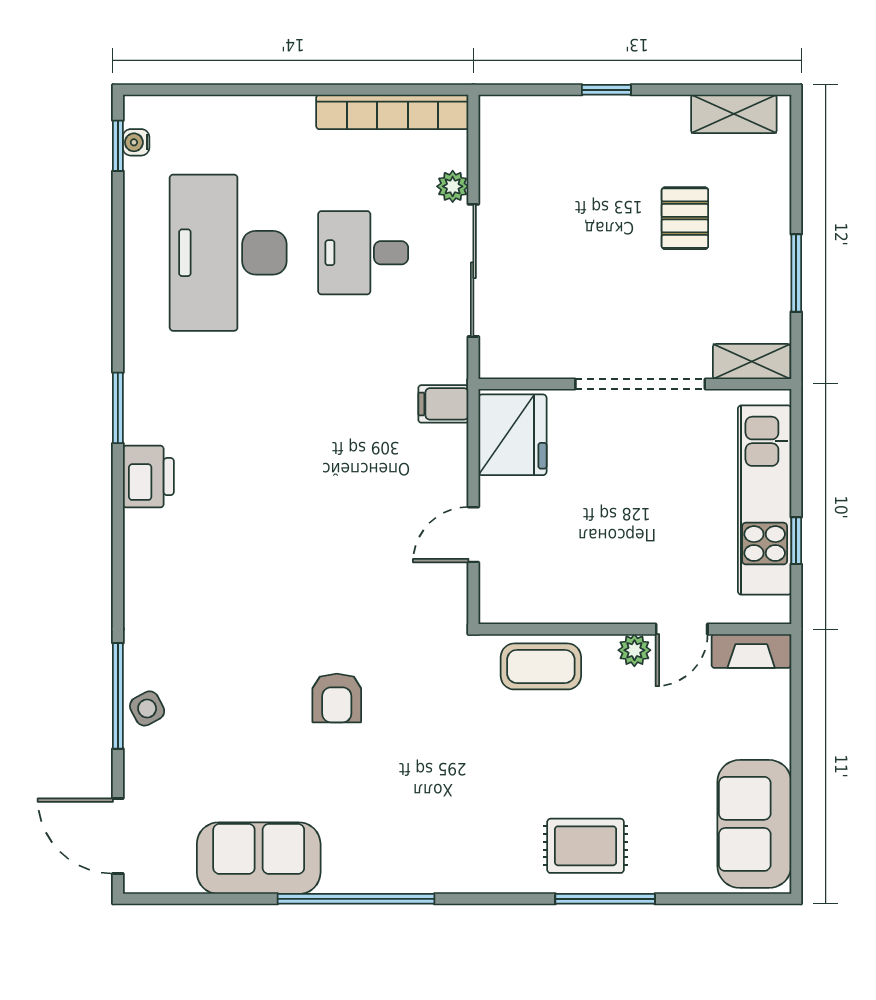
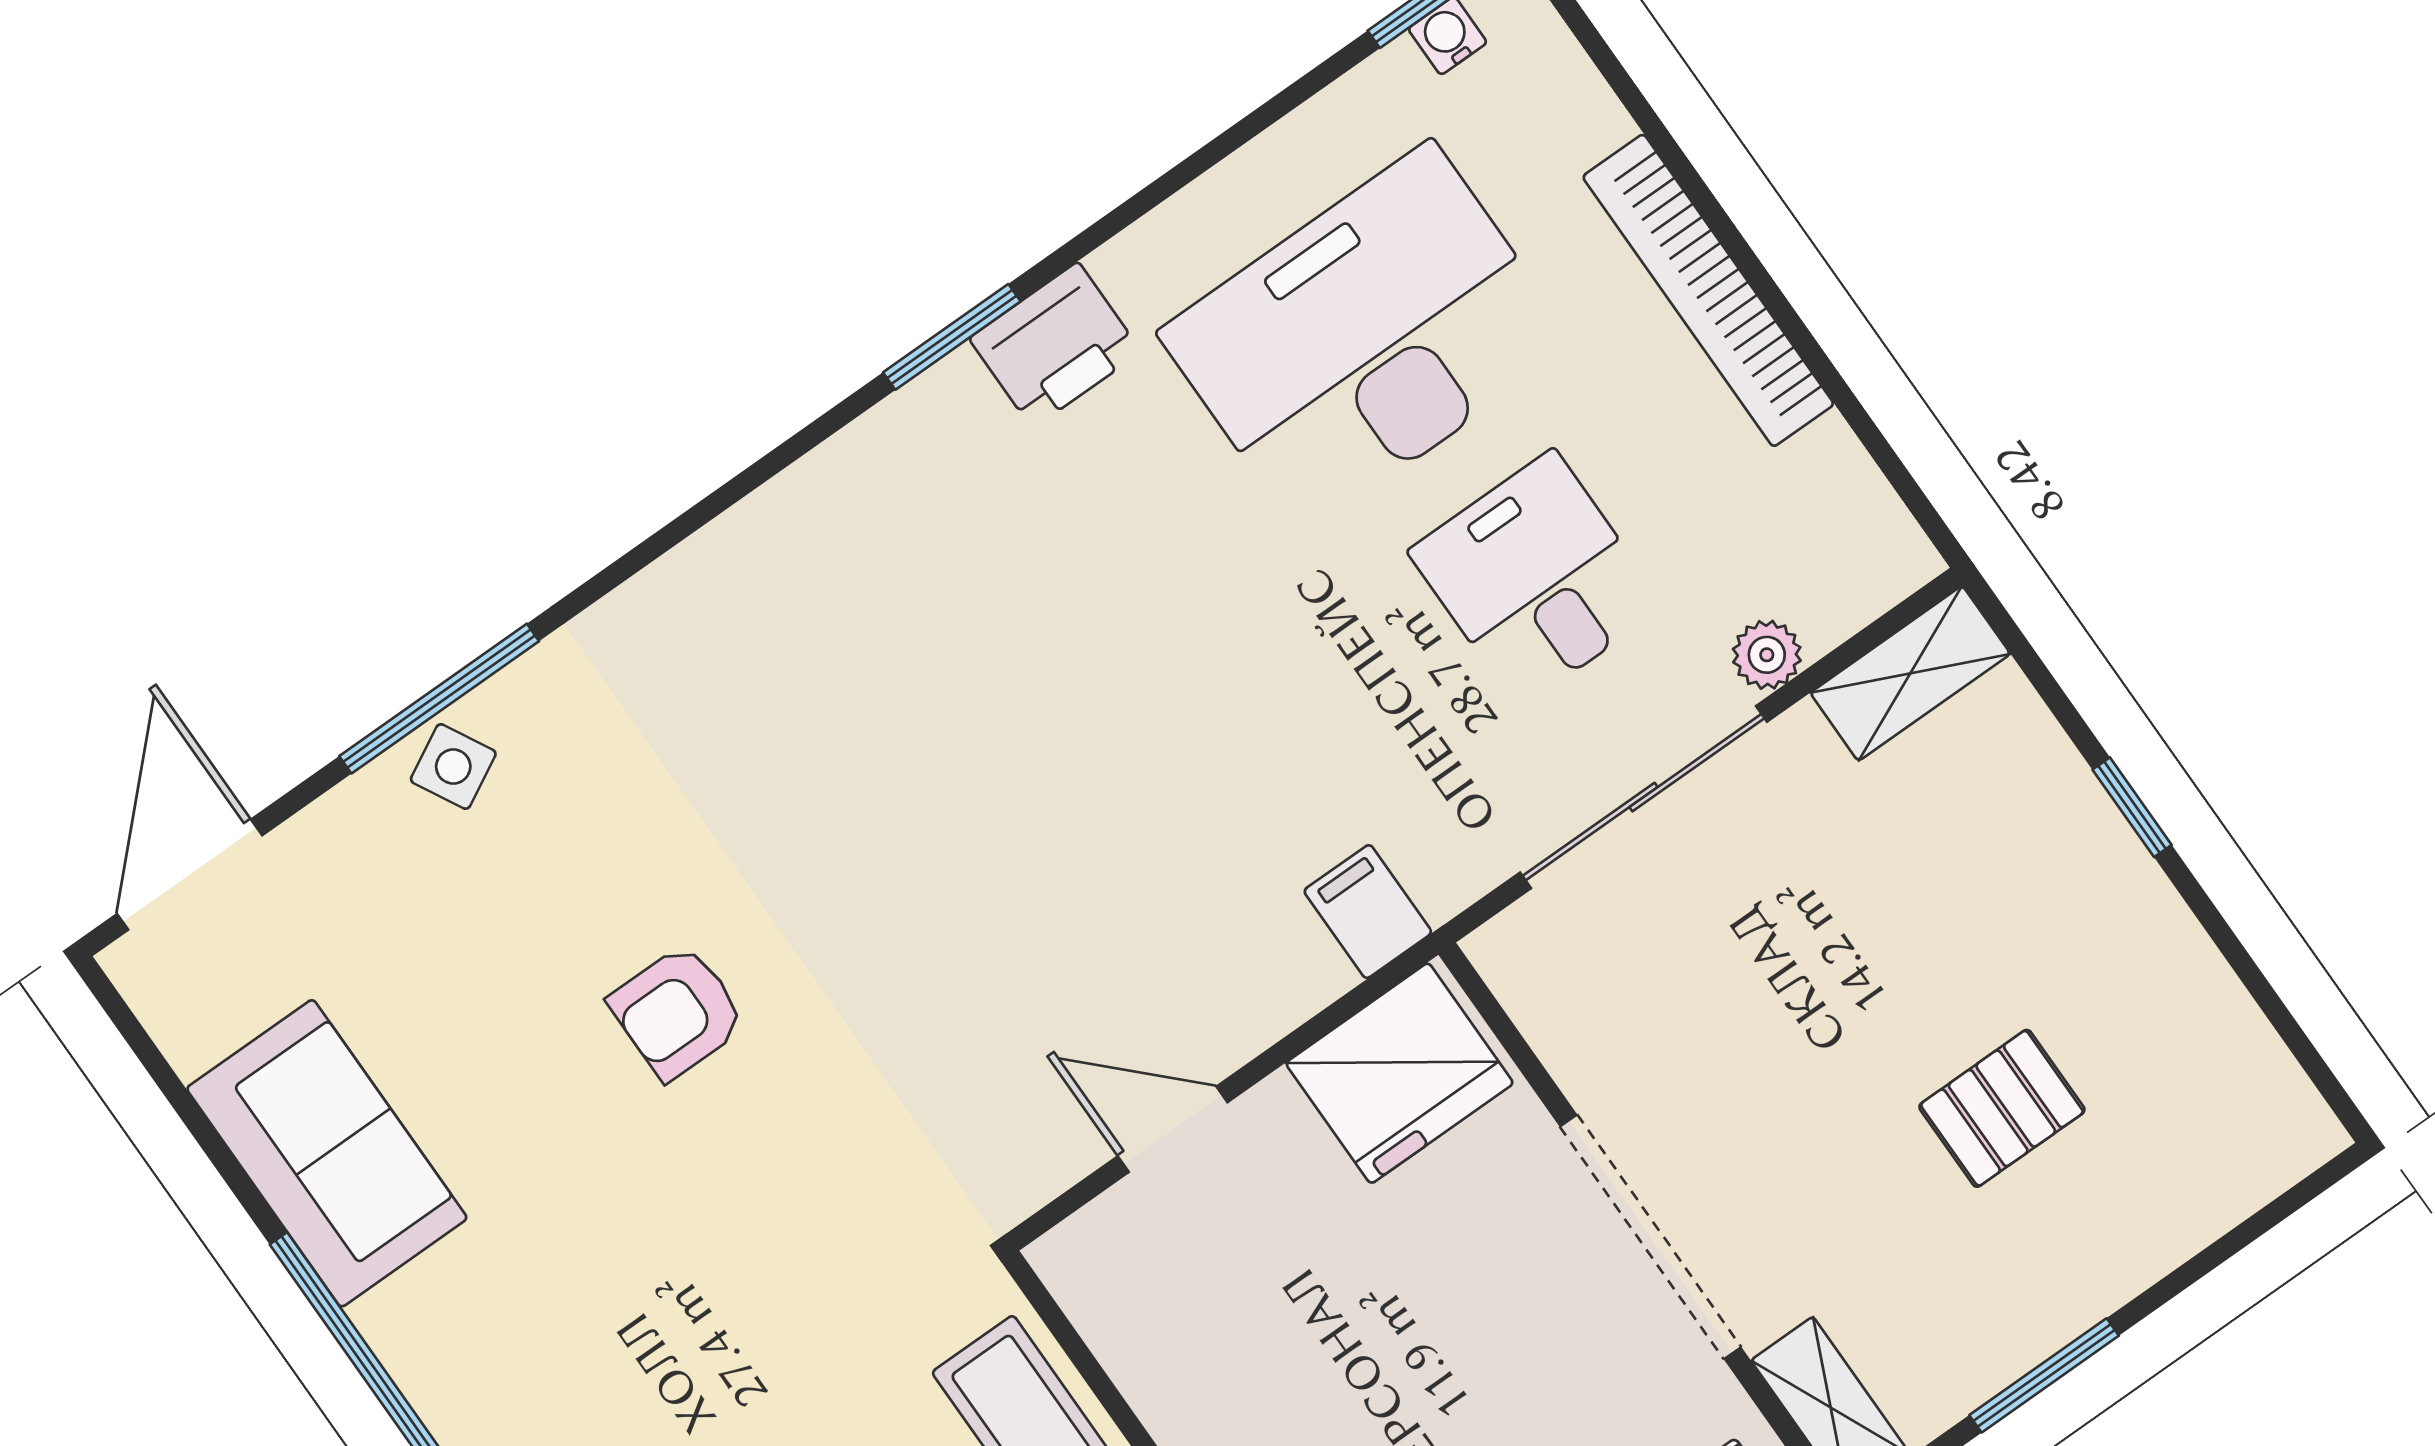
bookcase: (392, 112) -> (1708, 290), moved
shelving: (734, 114) -> (1910, 673), moved, turned 90
printer: (148, 477) -> (1055, 345), moved
armchair: (337, 698) -> (677, 1012), moved

